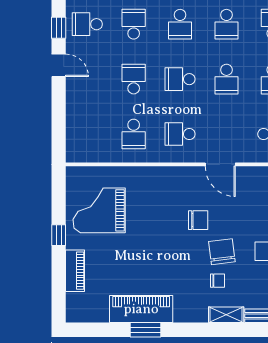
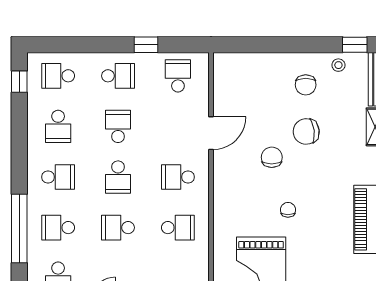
school desk: (226, 24) -> (58, 126), turned 90
school desk: (226, 79) -> (118, 126), turned -90
school desk: (180, 134) -> (178, 177), turned 90
chair: (217, 281) -> (288, 210), moved

